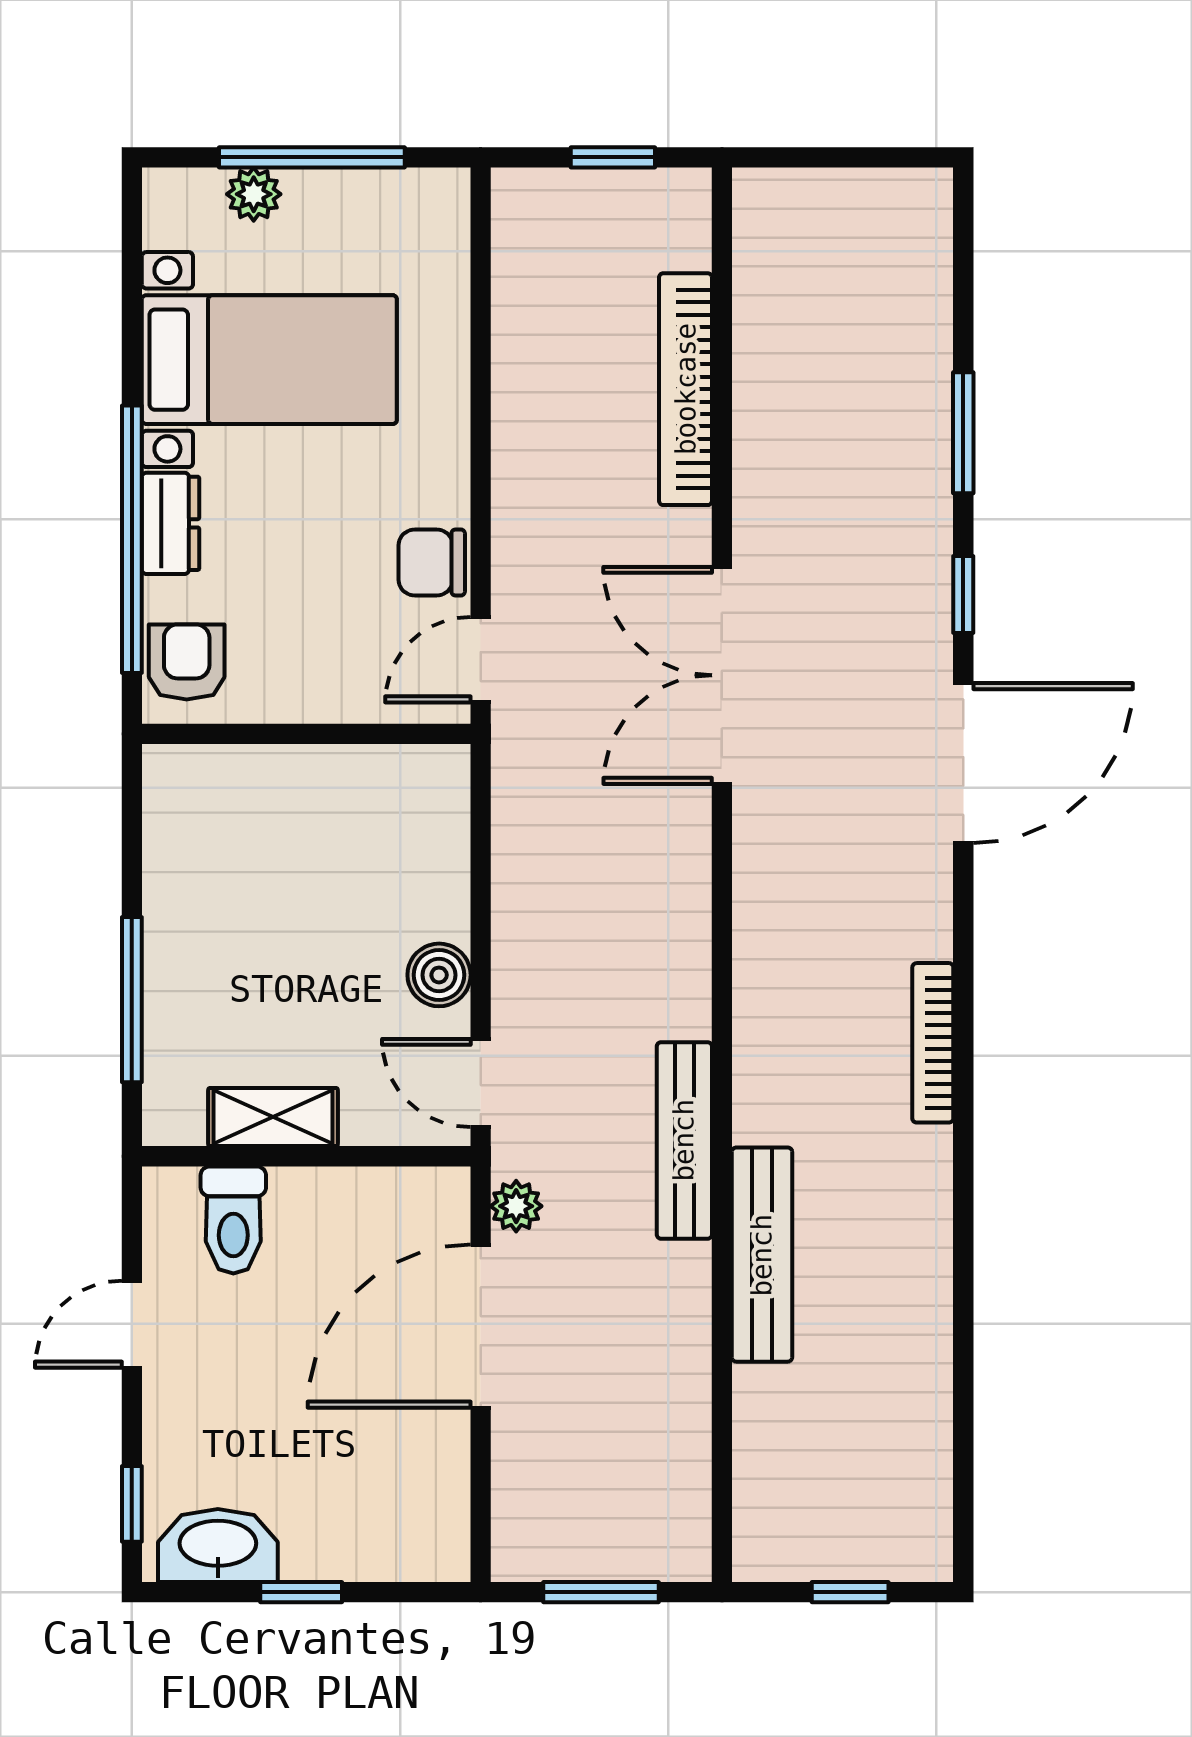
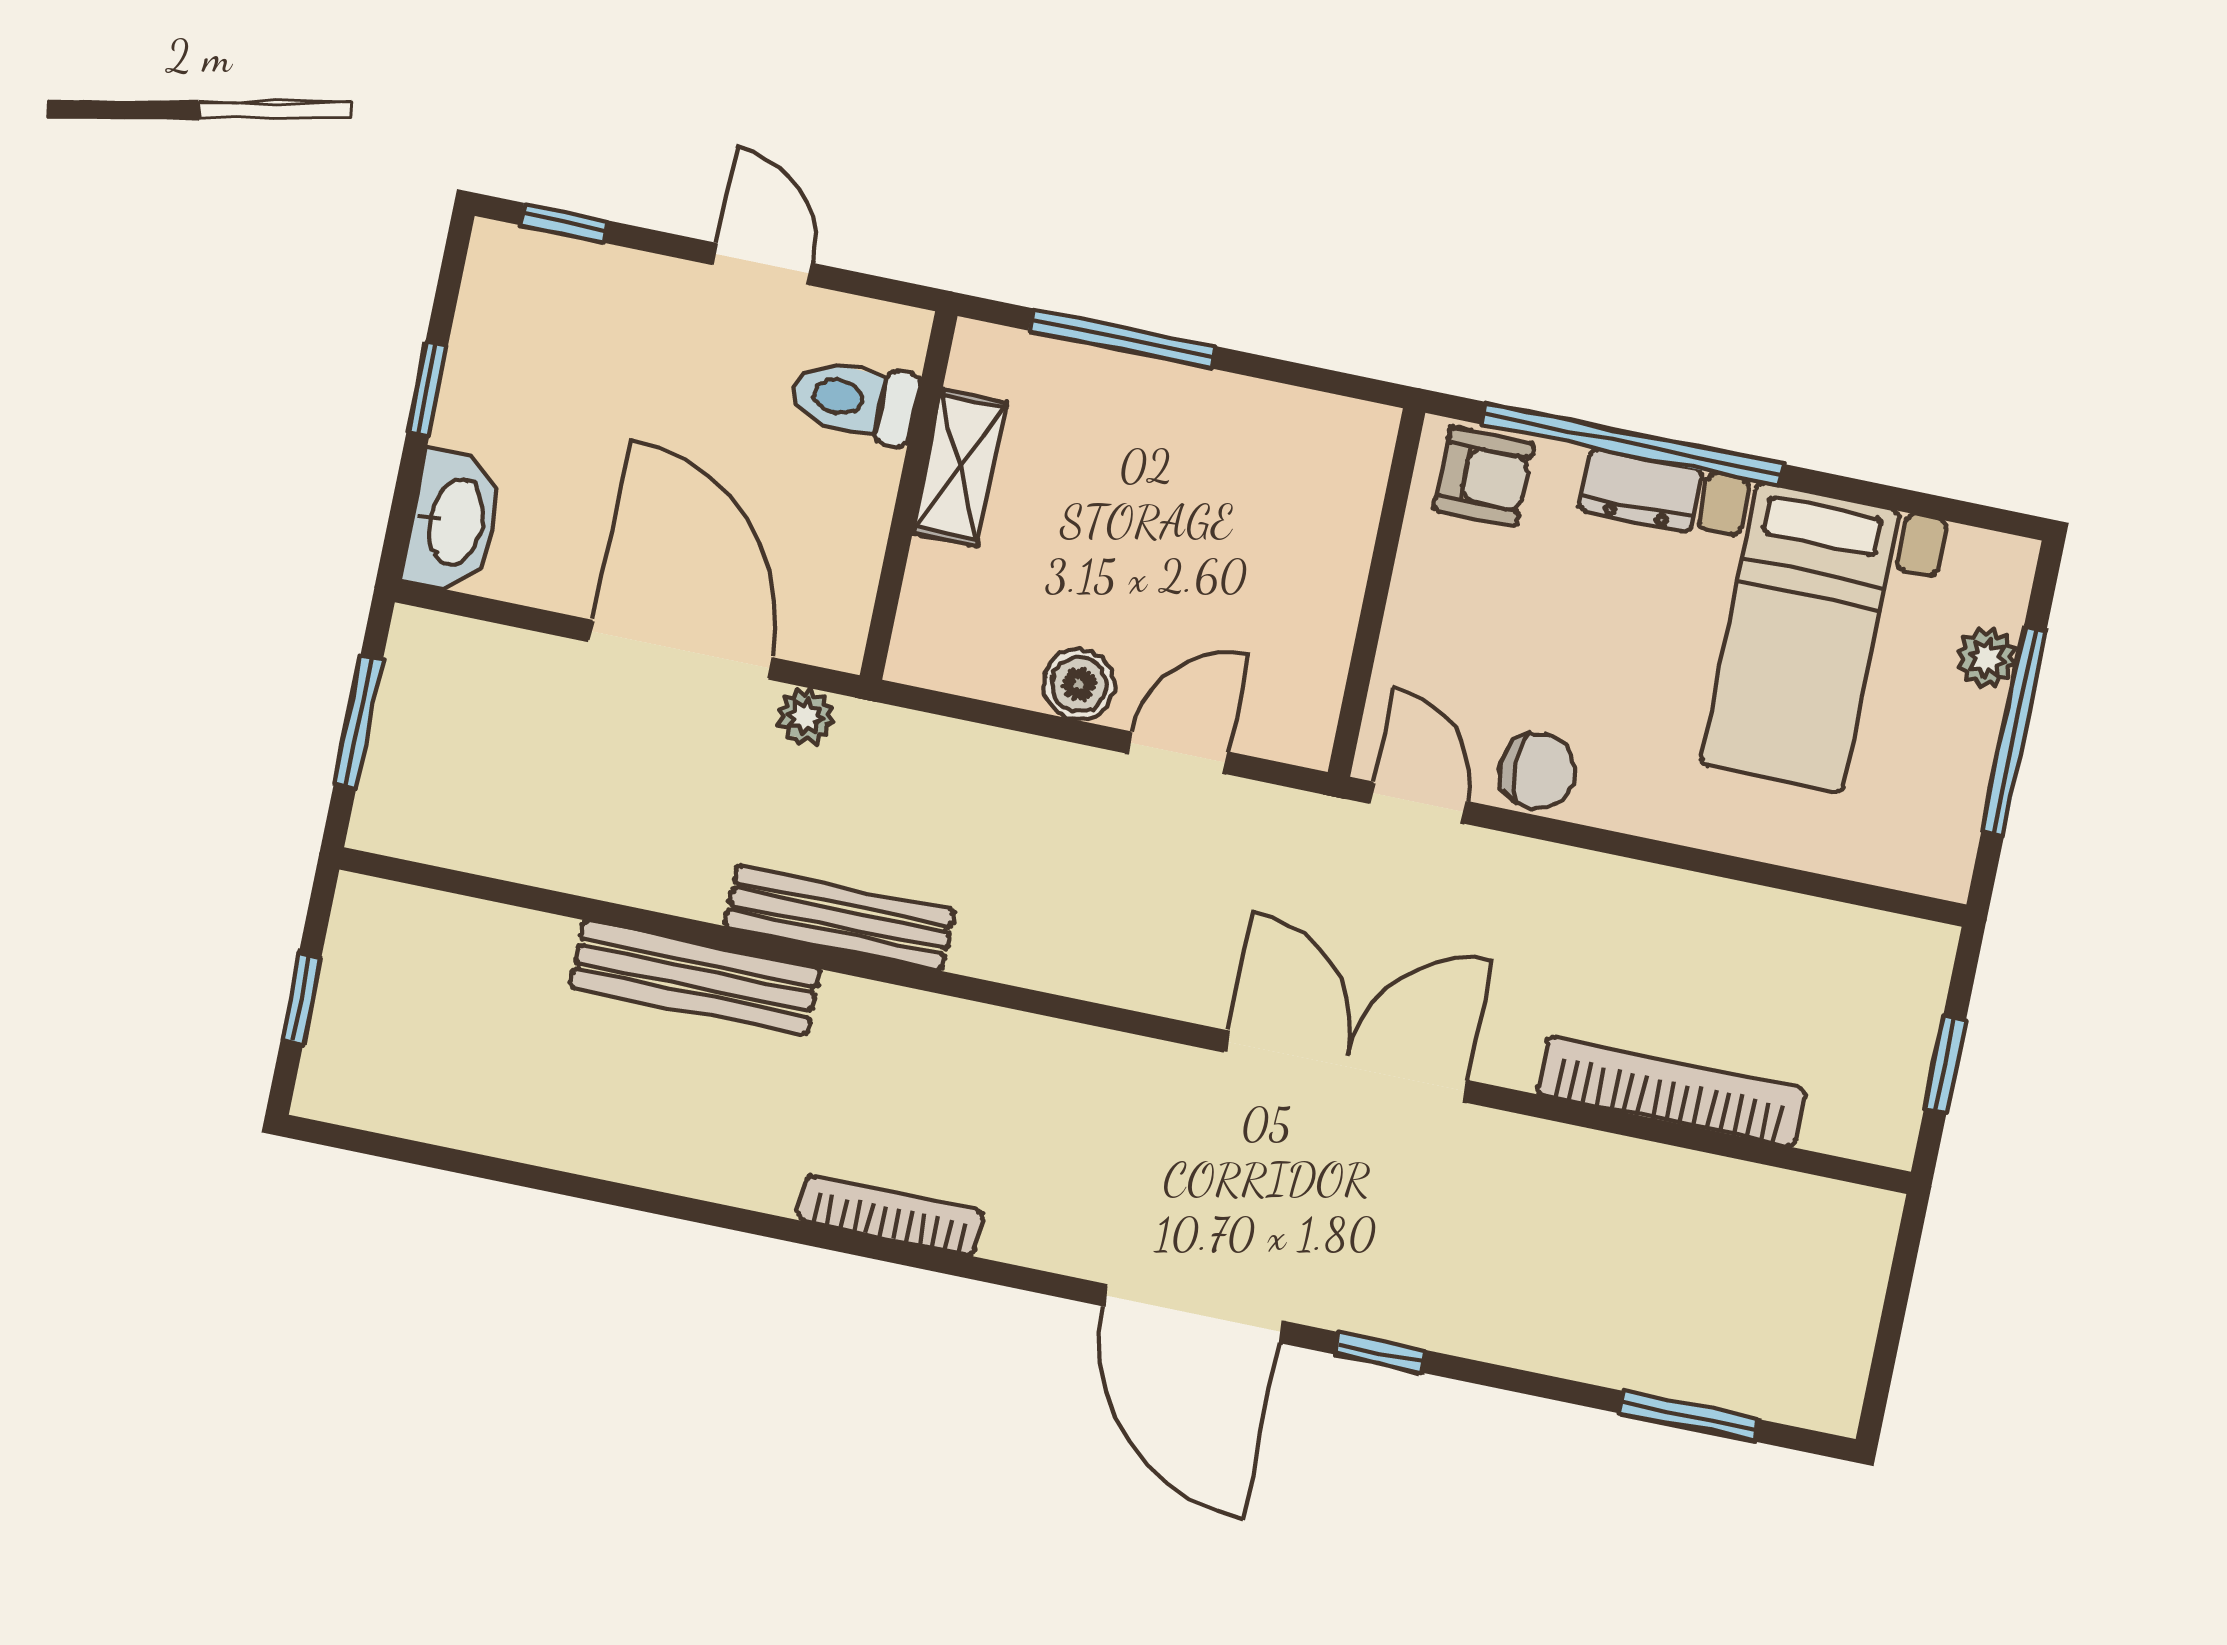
window: (963, 433) -> (1689, 1416), moved
chair: (432, 562) -> (1538, 771), turned 90
door: (481, 1083) -> (1178, 753), moved
washbasin: (218, 1545) -> (454, 522), moved

